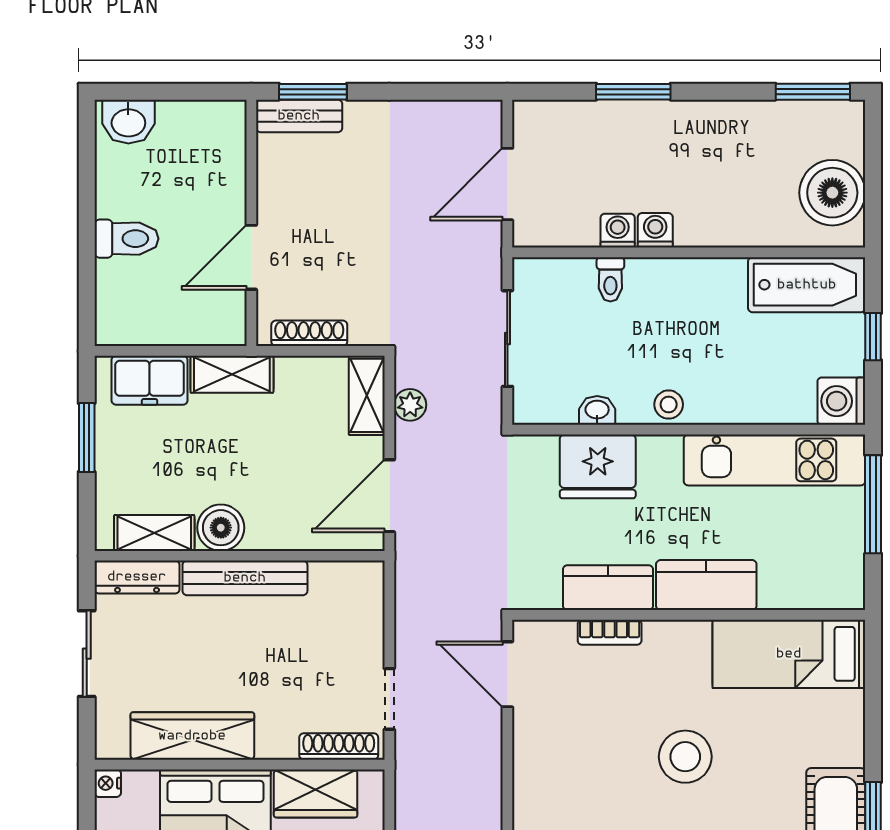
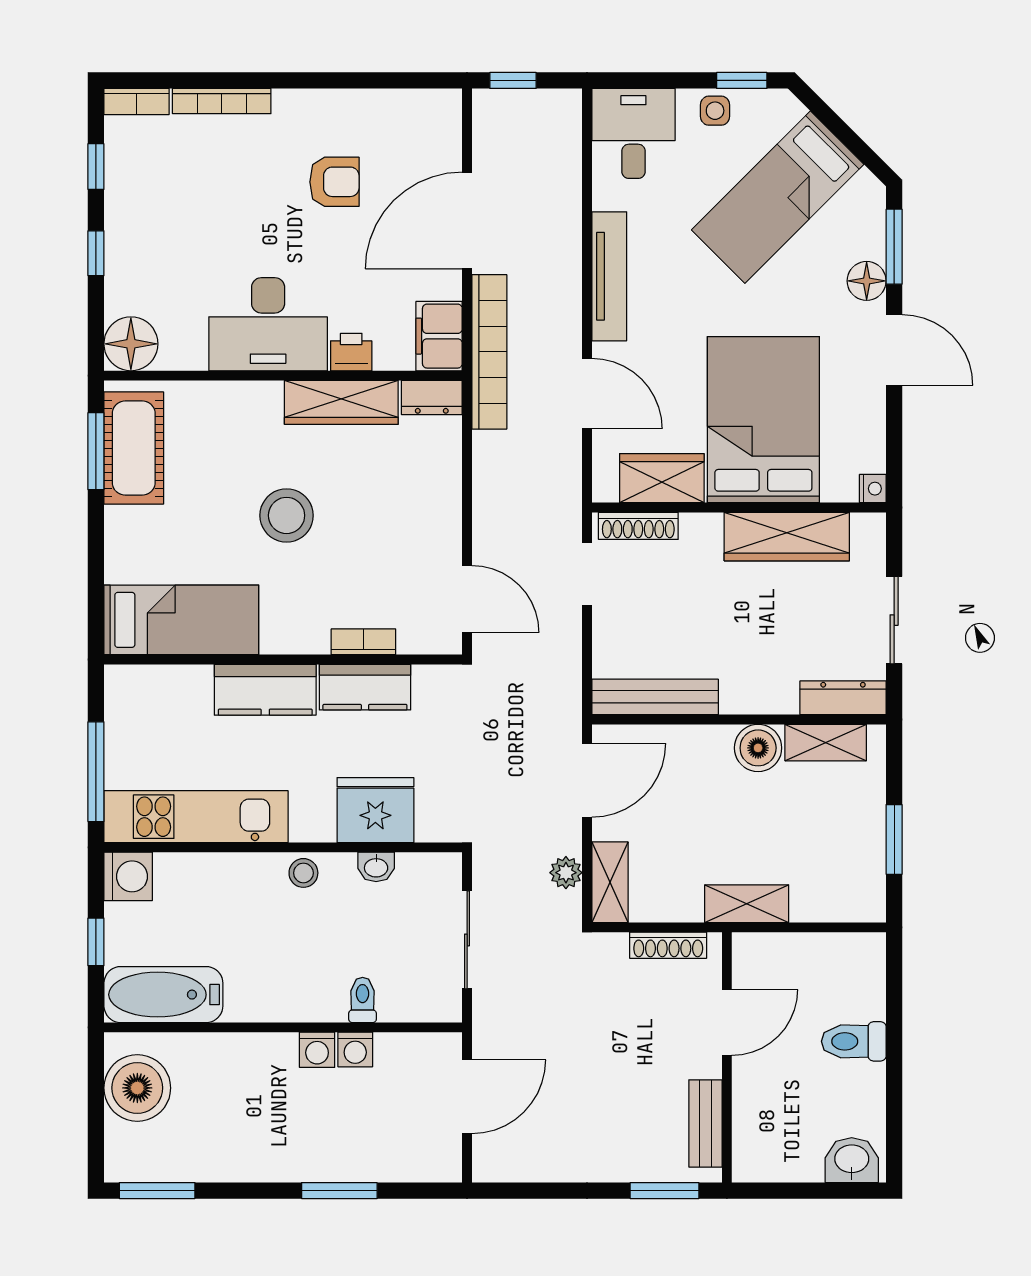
bench: (299, 116) -> (705, 1123), moved, turned 90
freezer: (150, 380) -> (830, 898), removed
bench: (245, 578) -> (655, 697), moved

